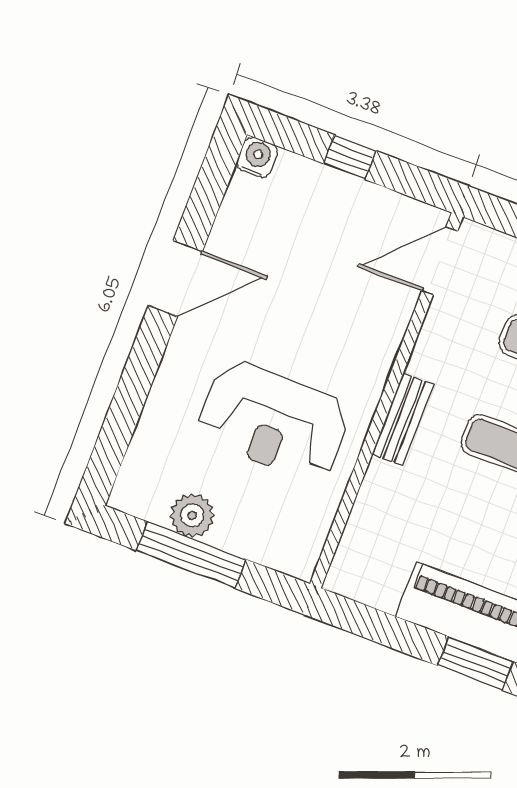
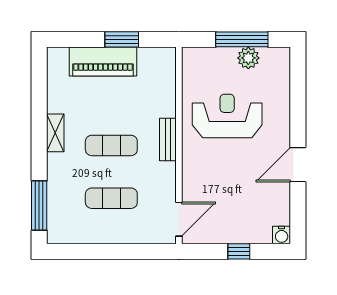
window: (476, 664) -> (122, 39), moved

